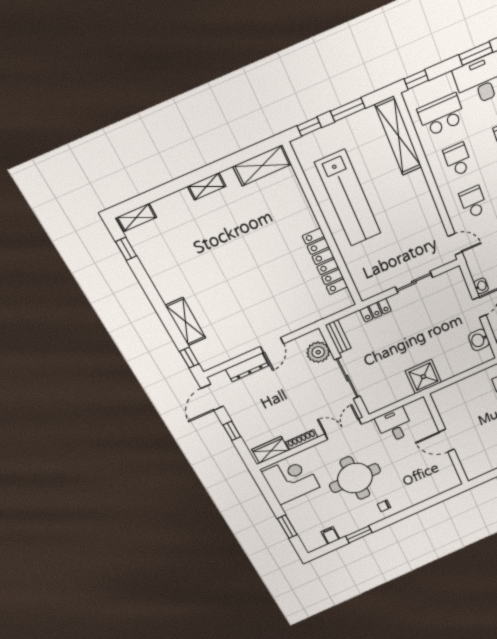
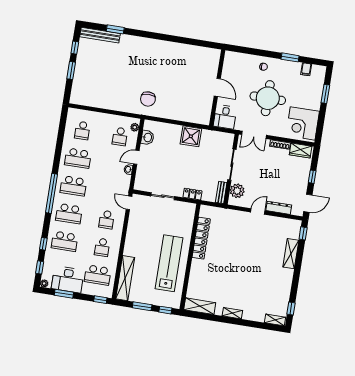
wall: (446, 440) -> (217, 88), moved
door: (447, 441) -> (217, 87), moved

